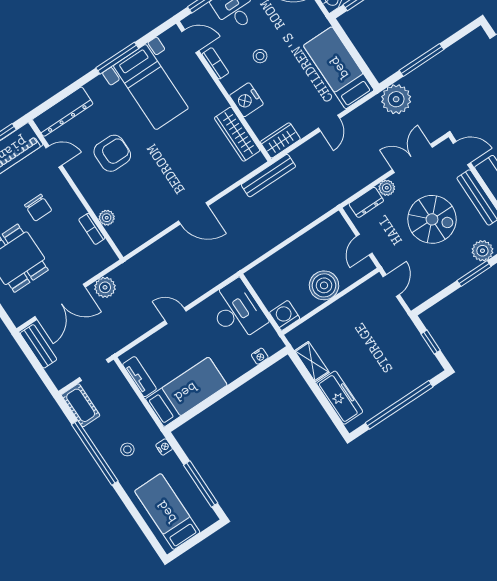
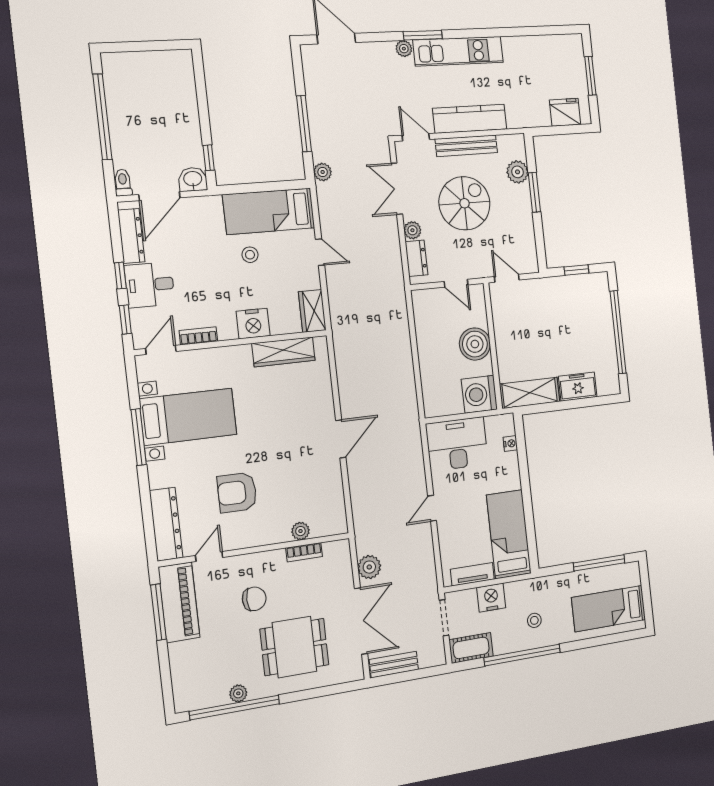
stool: (260, 56) -> (250, 255), moved
plant: (396, 99) -> (323, 172), width x0.53, depth x0.53
armchair: (112, 153) -> (237, 492), turned -90
door: (462, 153) -> (416, 137), hinge flipped
bench: (268, 176) -> (341, 342), removed
washing machine: (285, 315) -> (479, 394), width x1.37, depth x1.37
shelving: (312, 362) -> (530, 393), width x1.50, depth x1.33
freezer: (340, 398) -> (578, 387), width x0.71
nightstand: (164, 447) -> (491, 598), moved, width x1.89, depth x1.79

